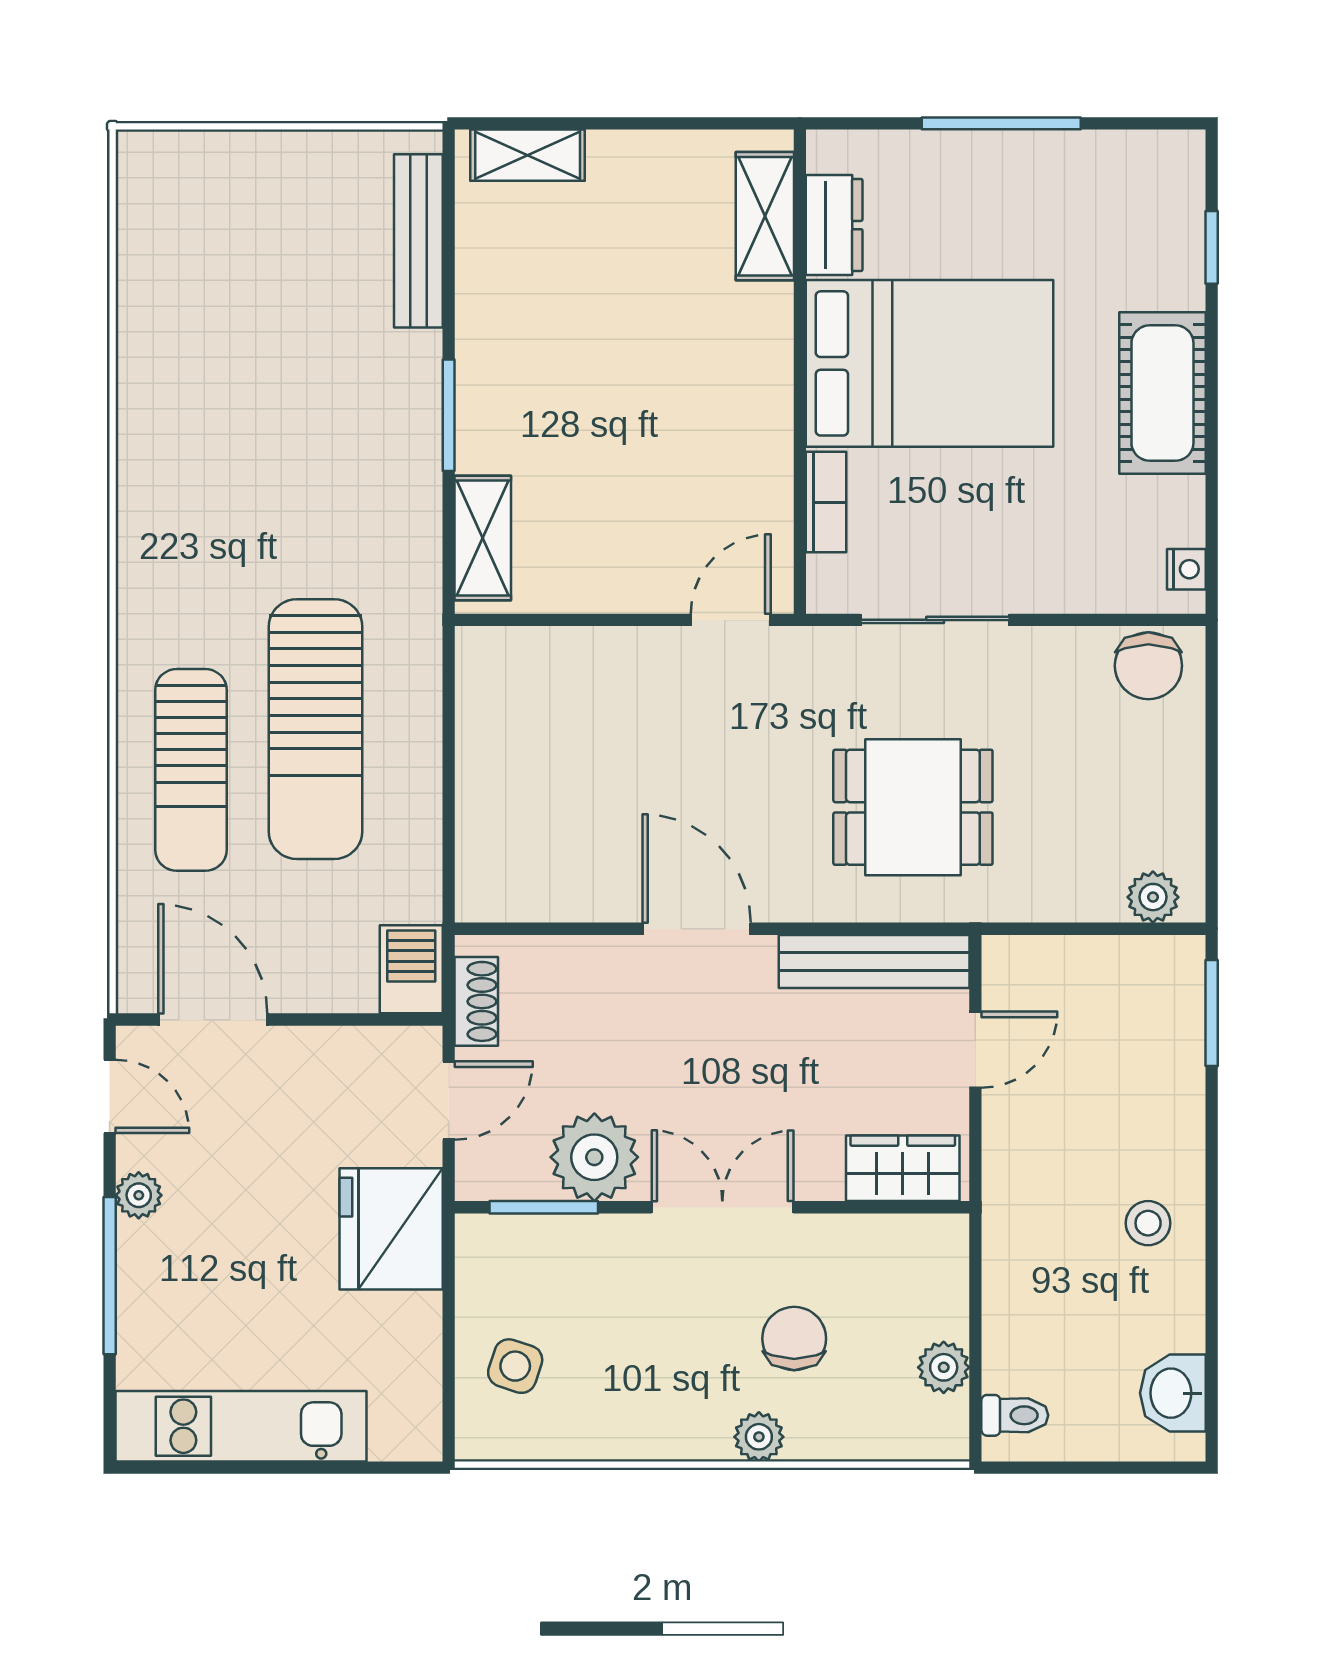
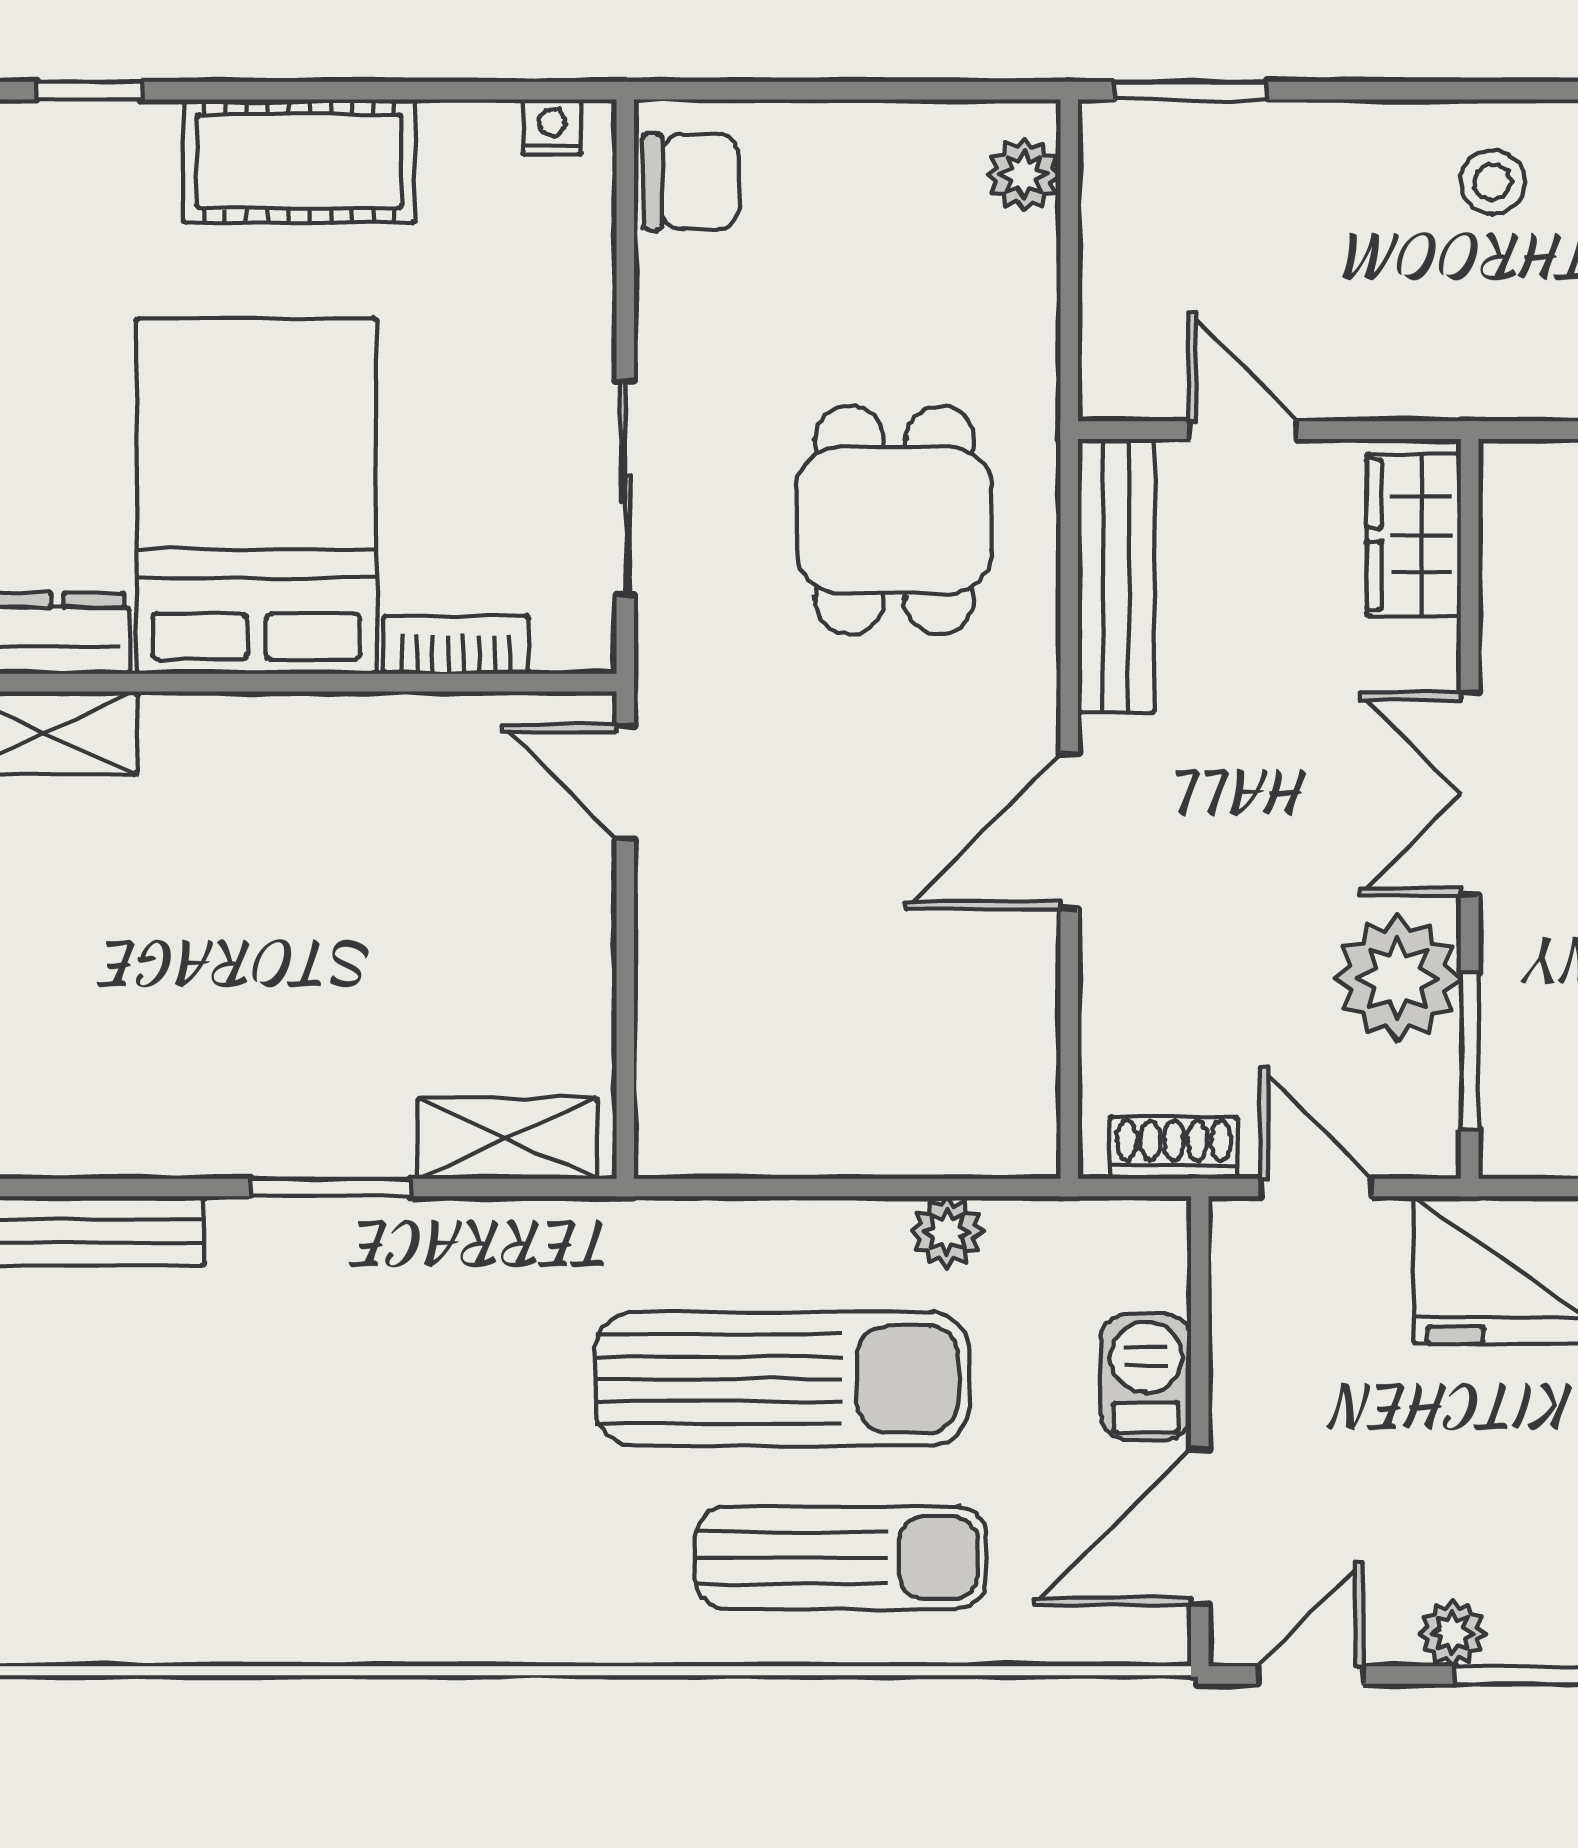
plant: (418, 844) -> (947, 1232), added
barbecue: (411, 969) -> (1146, 1377), moved, turned 90

